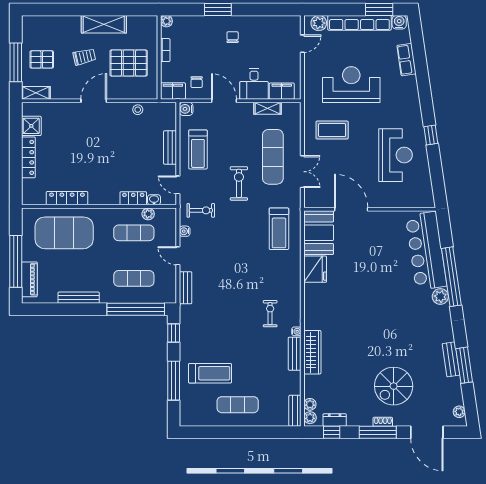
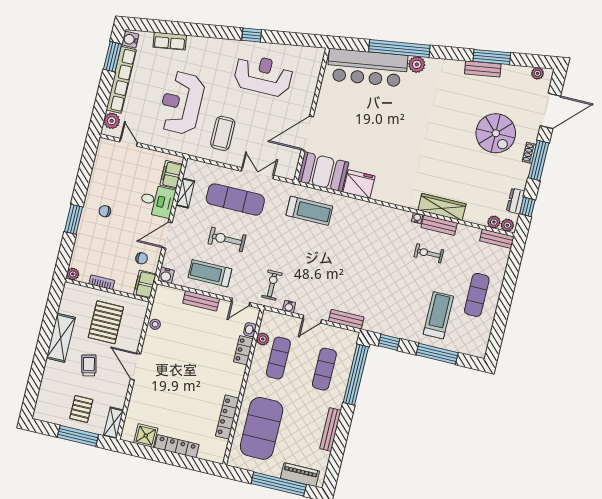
treadmill: (198, 149) -> (210, 273), turned 180
exercise bike: (239, 183) -> (227, 239), moved
exercise bike: (270, 314) -> (429, 253), moved

